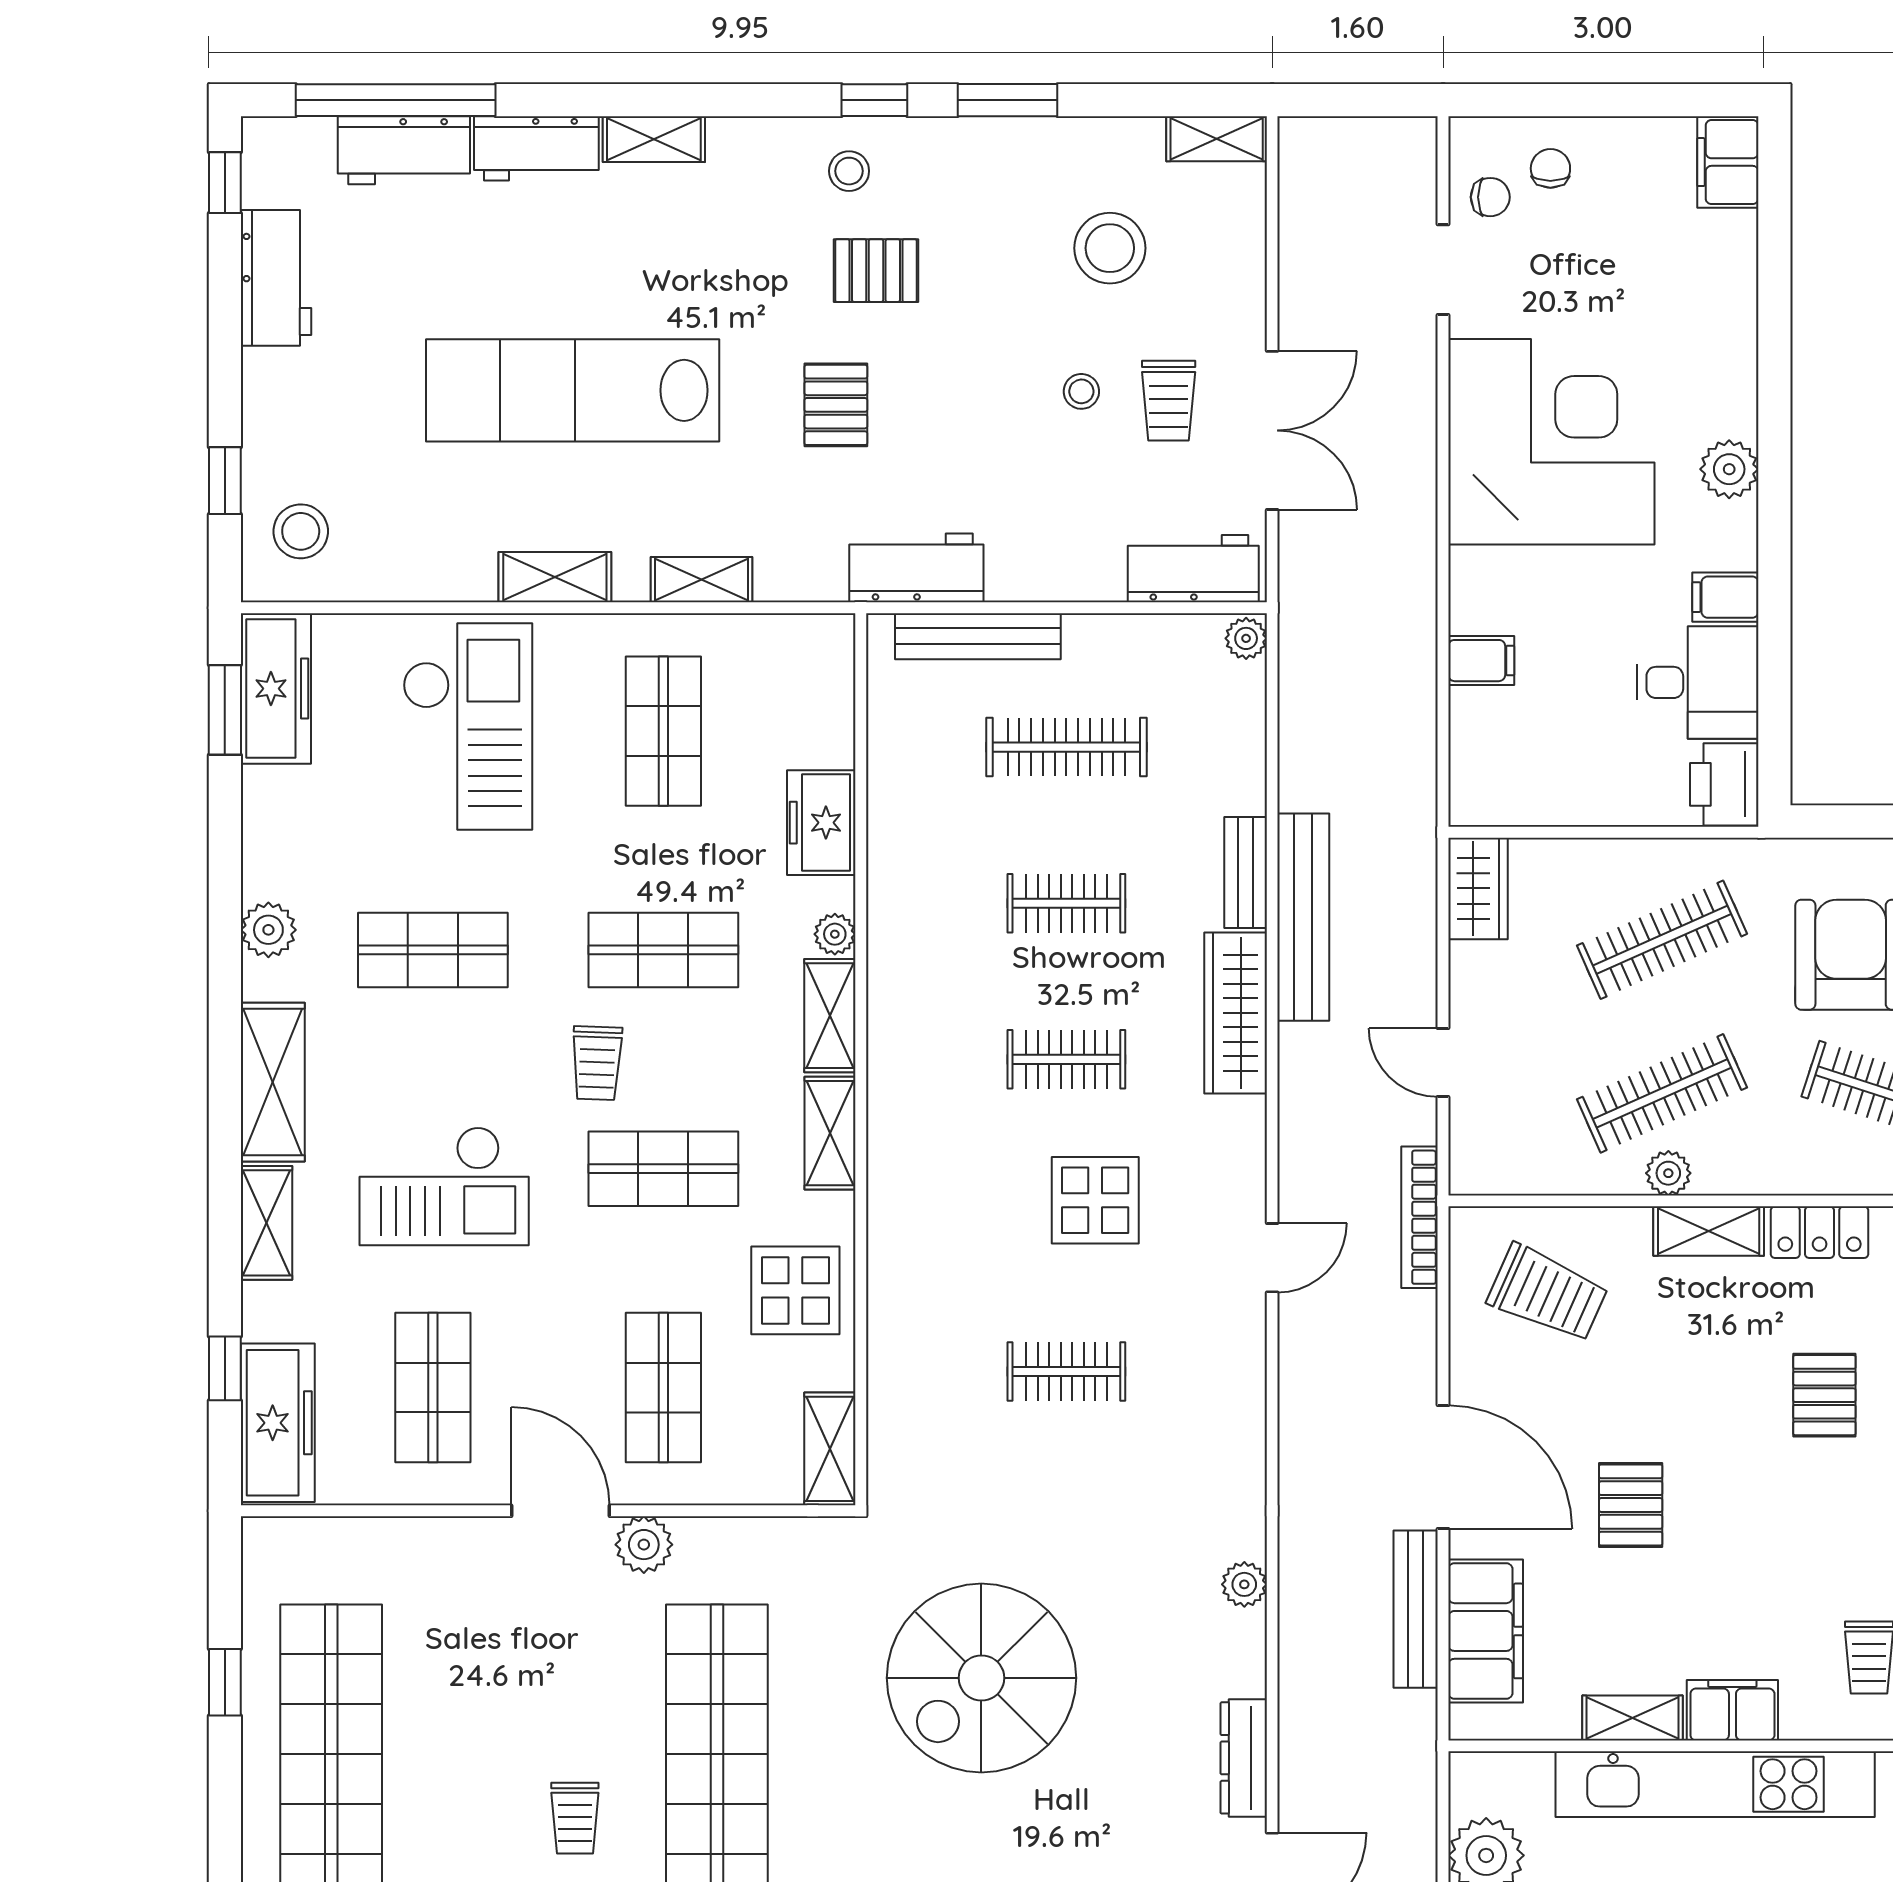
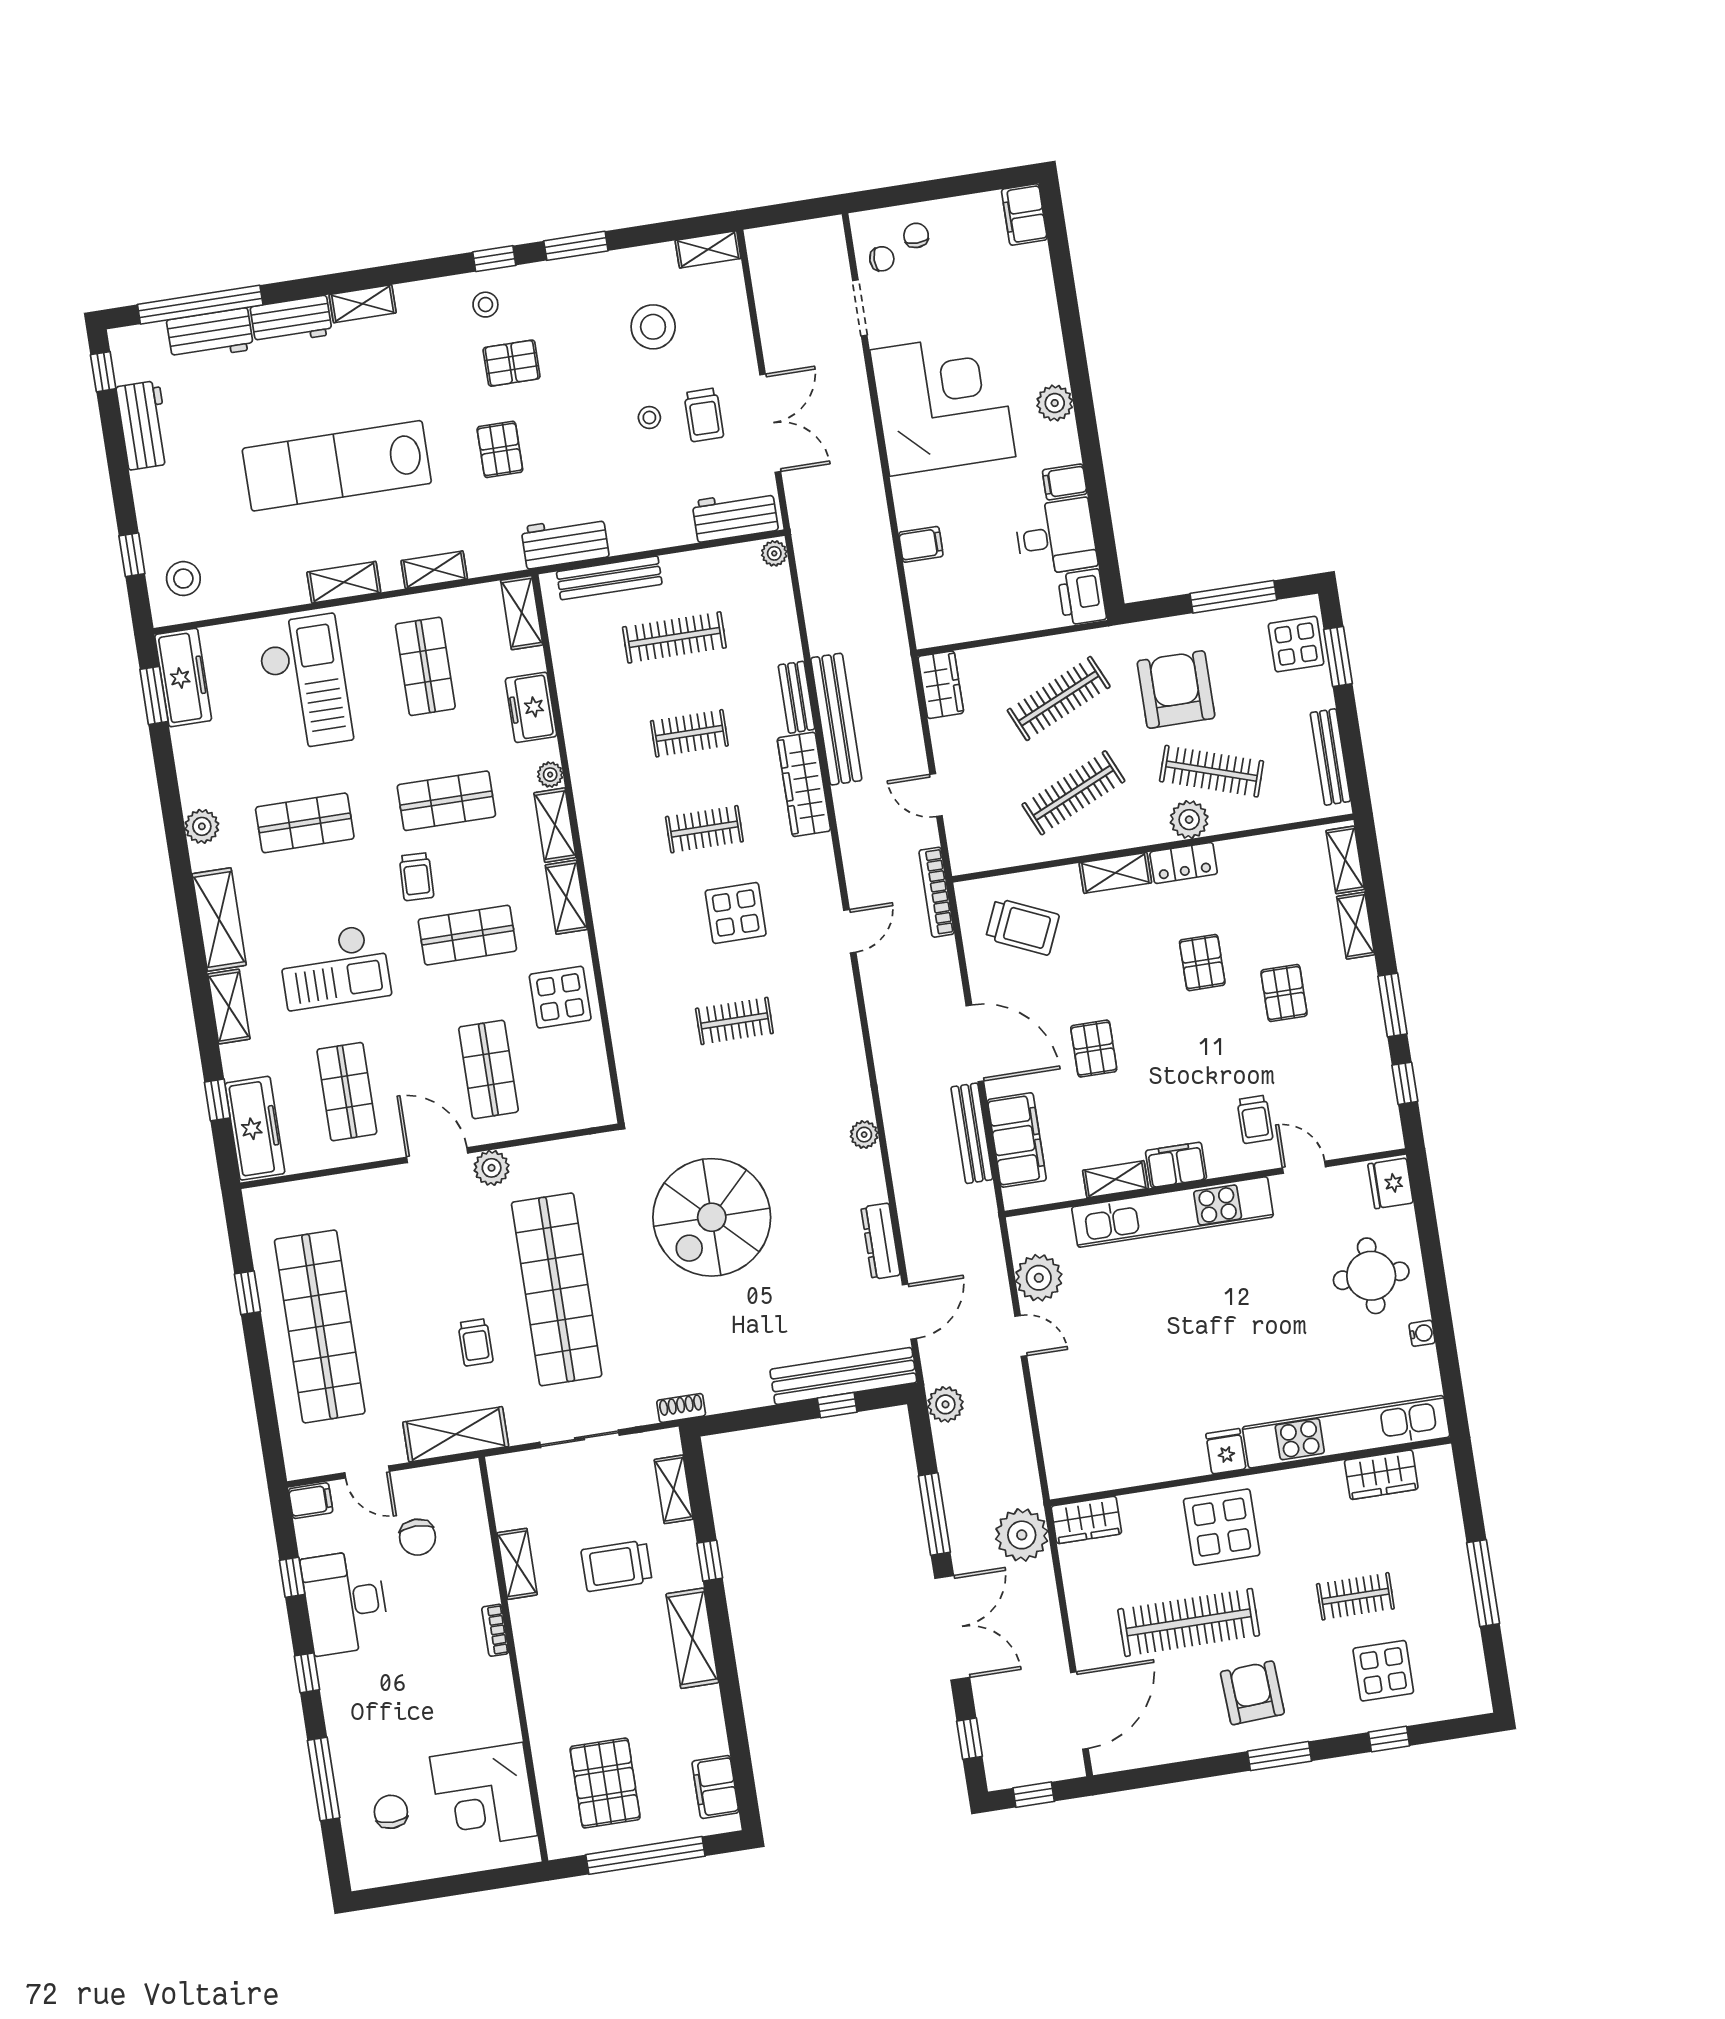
plant: (1668, 1173) -> (1189, 820), moved, width x1.38, depth x1.38
shelving: (830, 1449) -> (522, 613), moved

